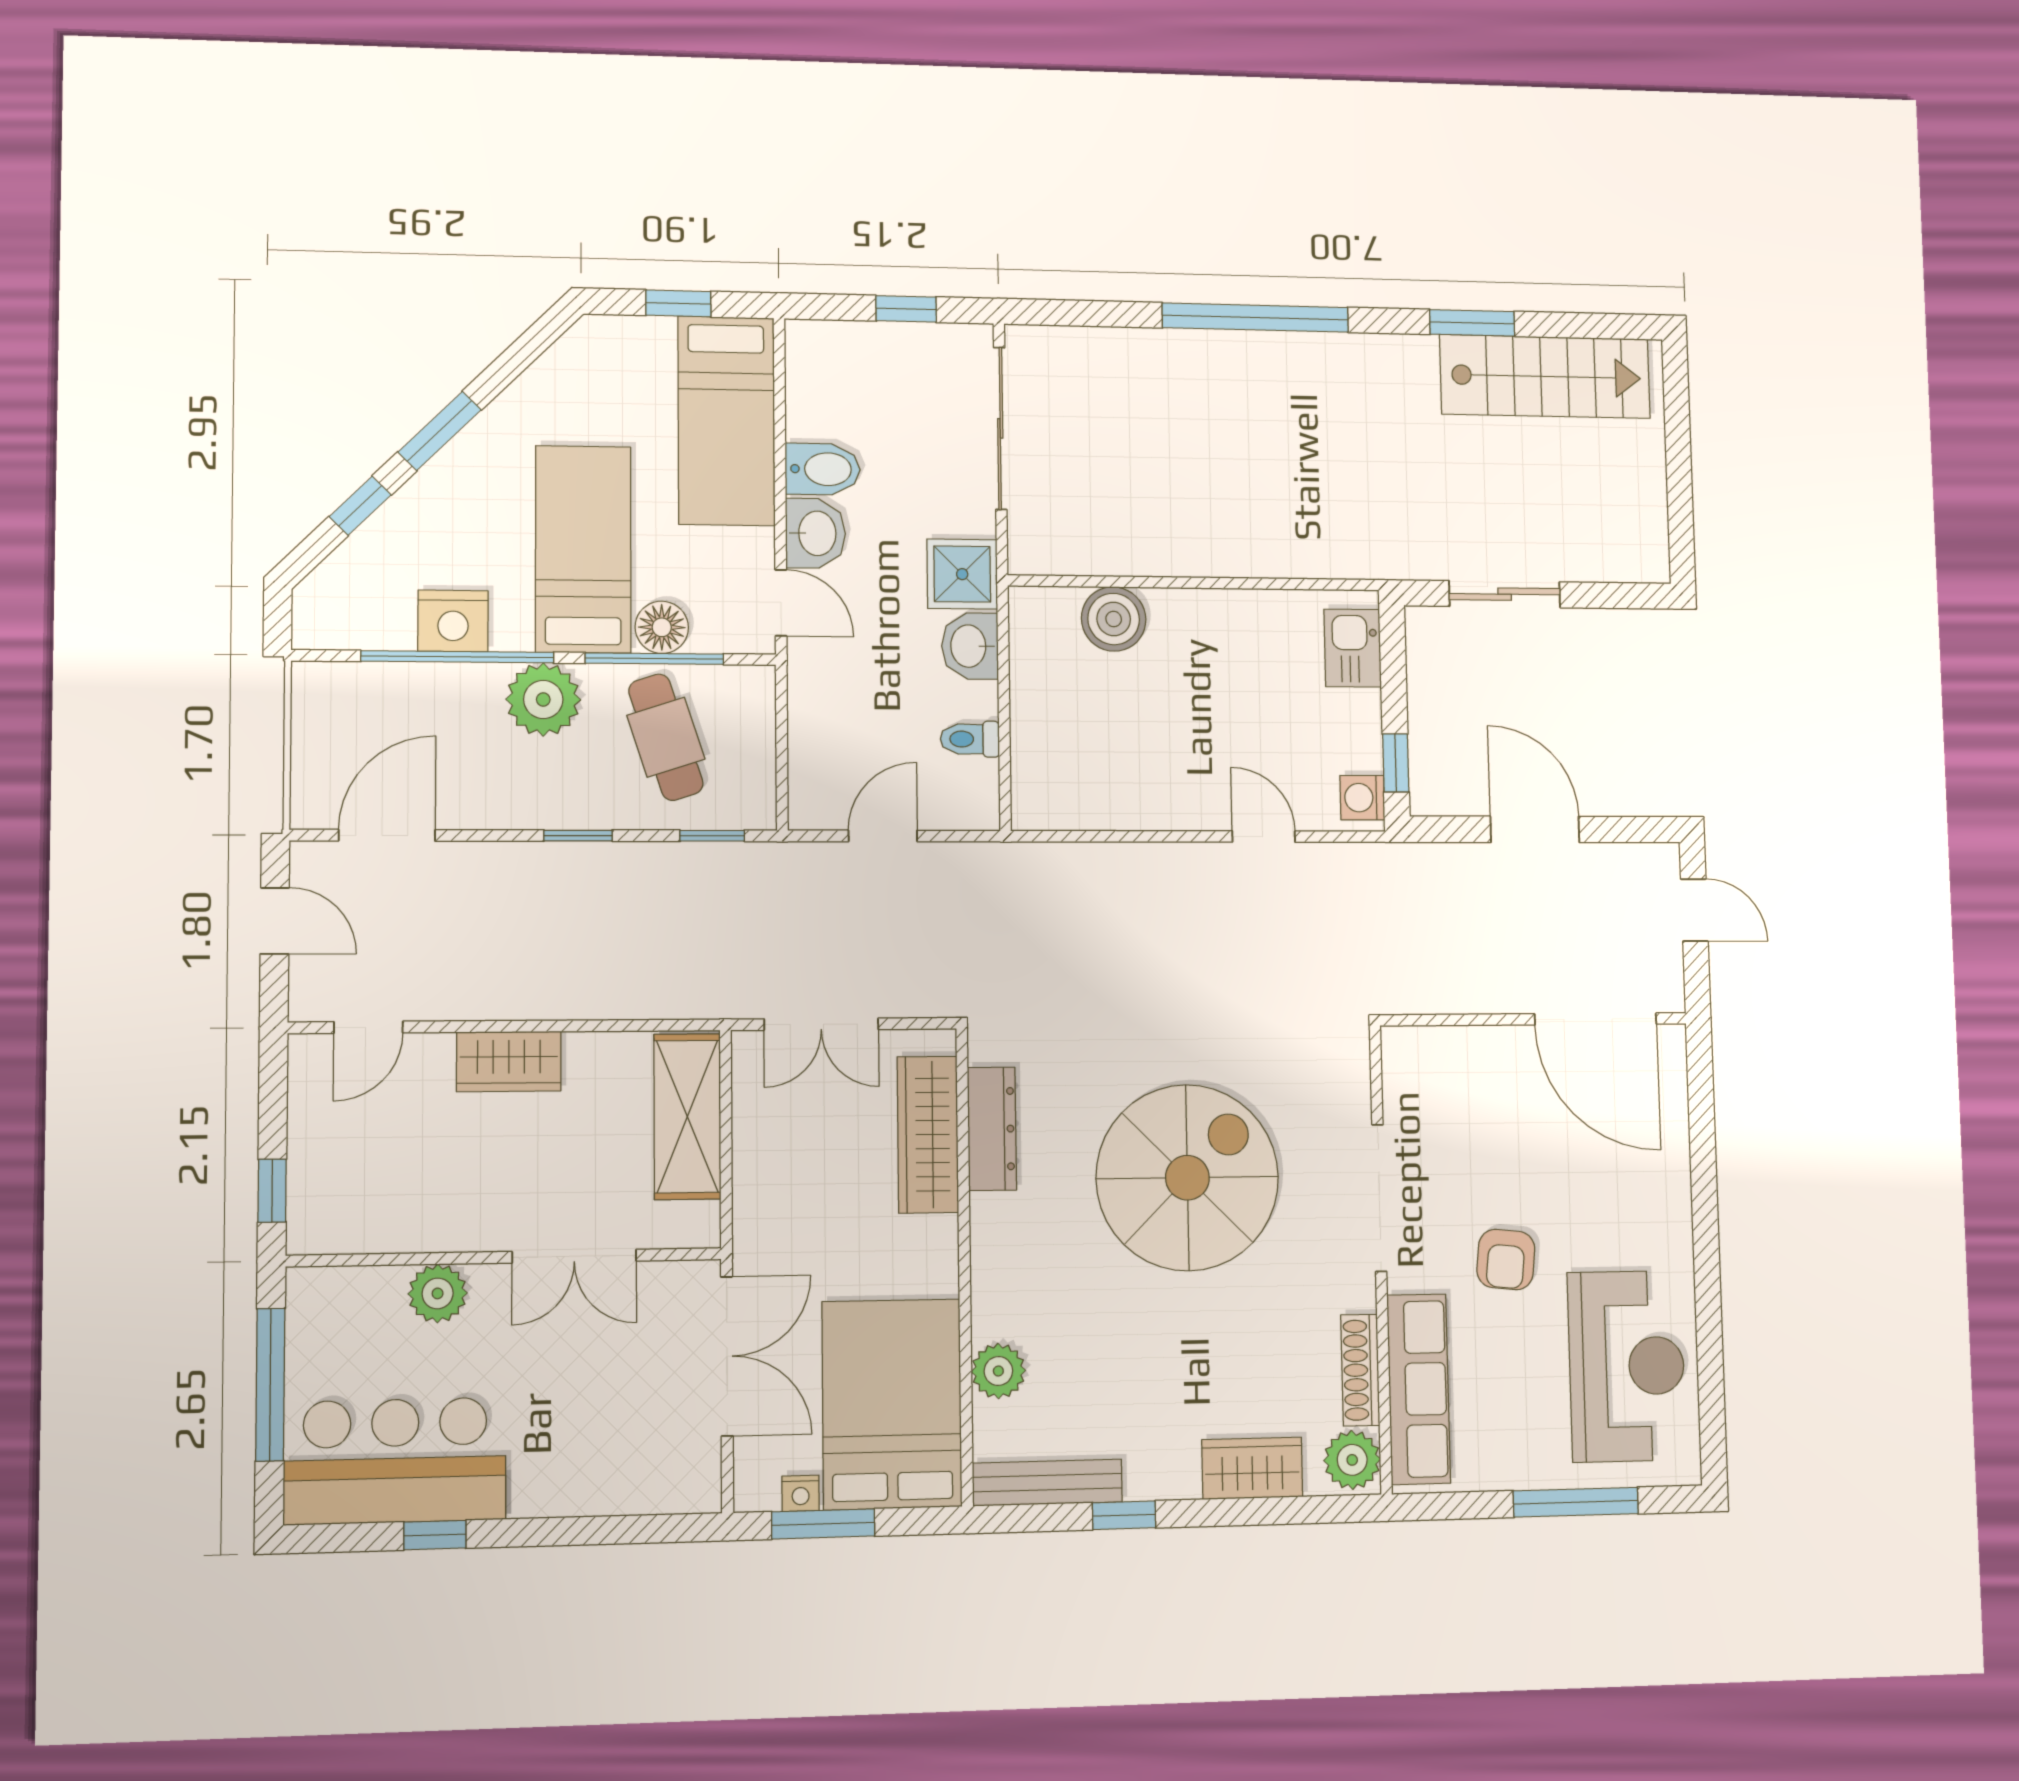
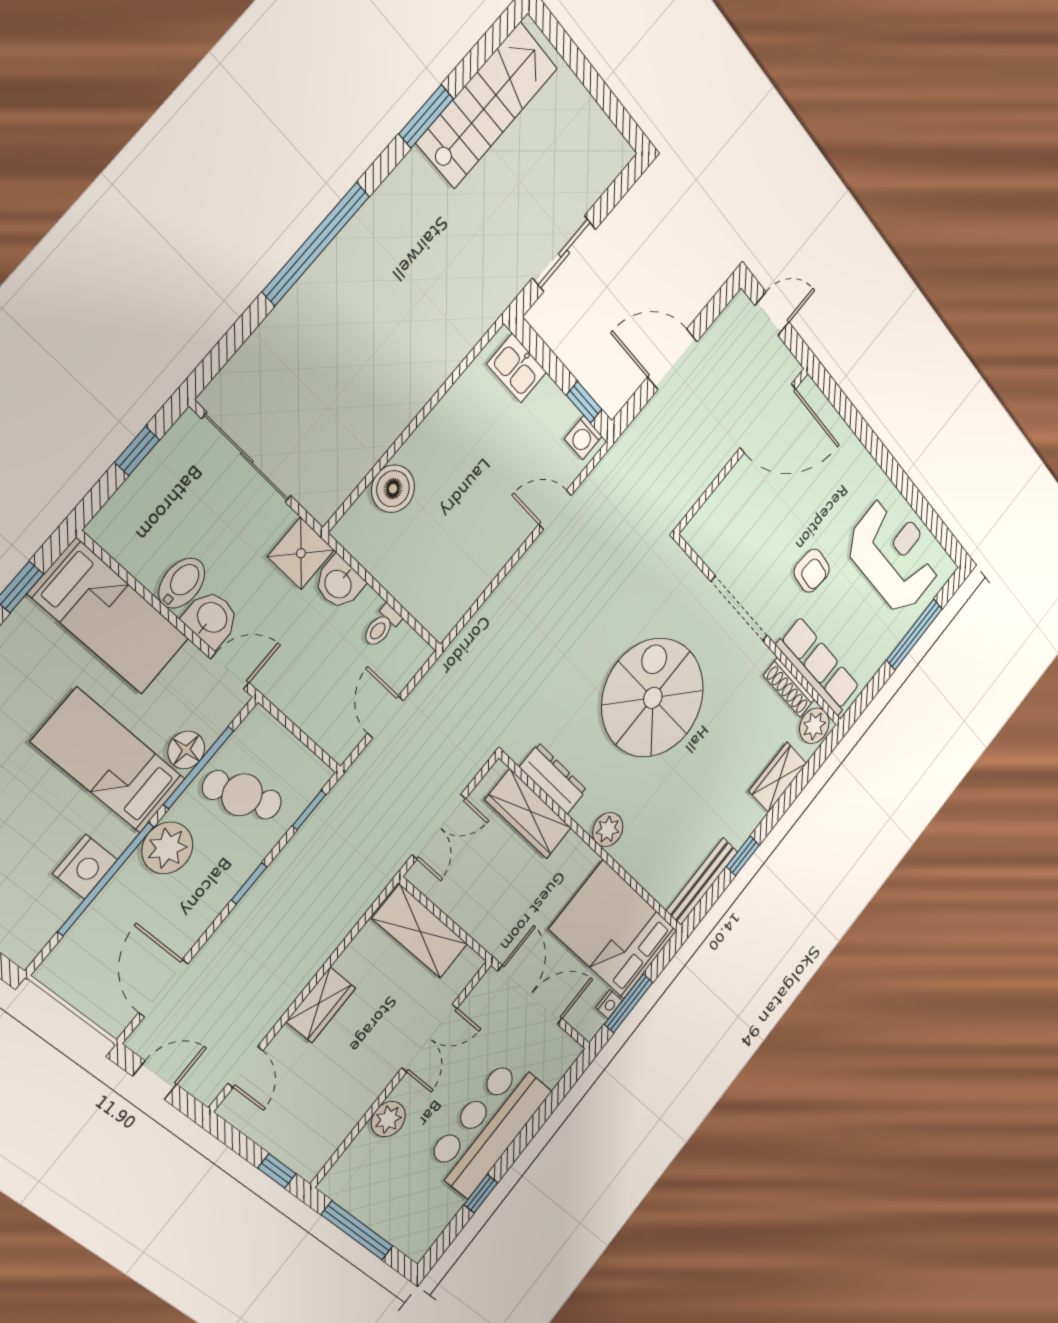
plant: (998, 1371) -> (608, 830), moved
bar counter: (395, 1461) -> (488, 1127), moved

